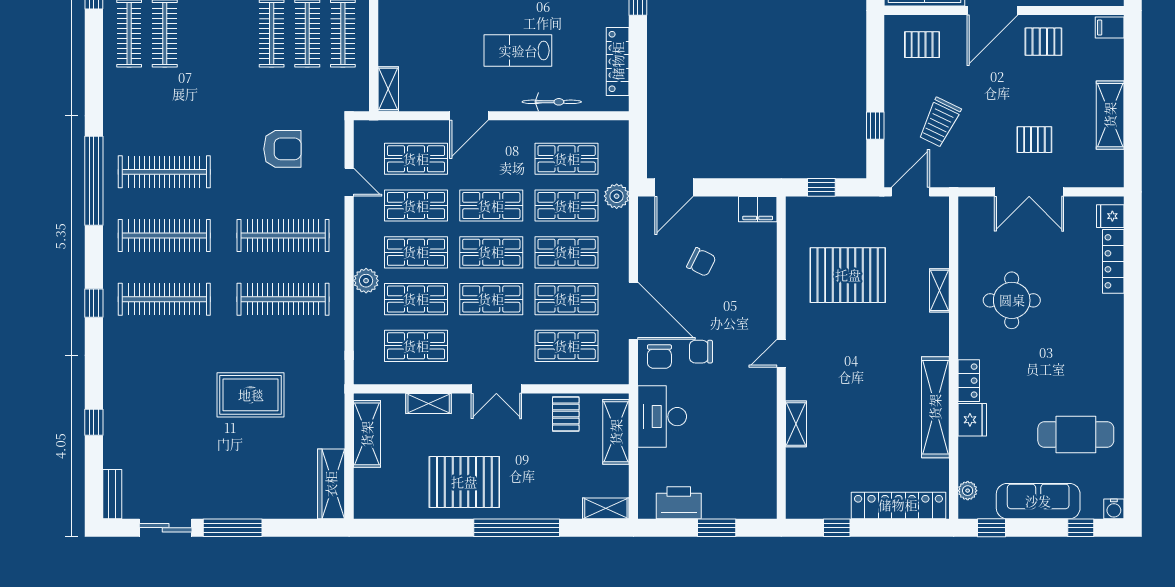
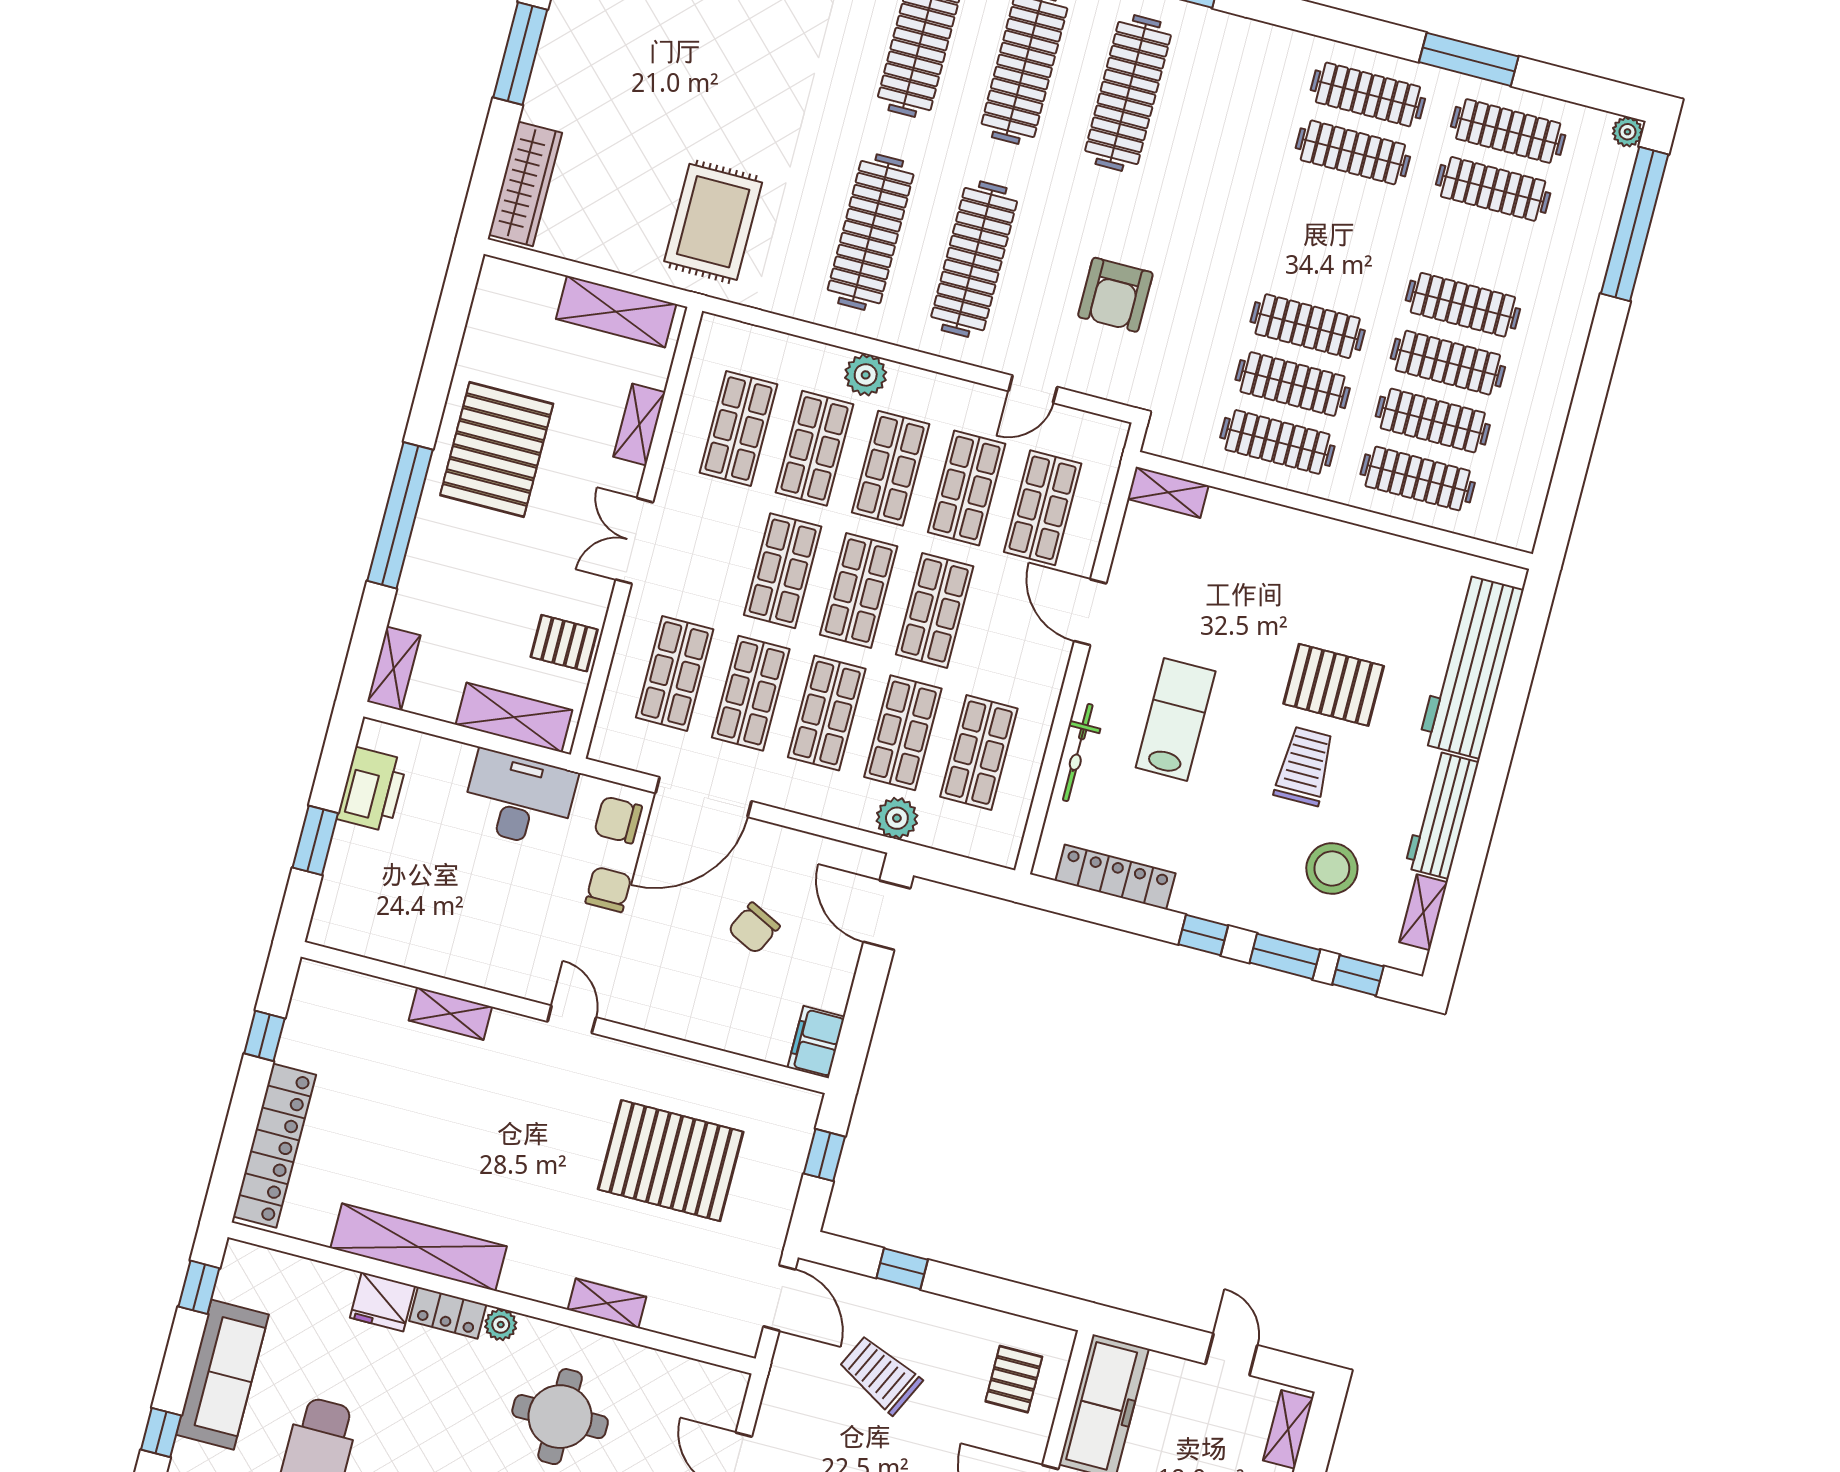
pallet: (848, 275) -> (671, 1161), turned 90
rug: (251, 395) -> (713, 222), moved
wardrobe: (331, 484) -> (525, 184), moved, turned 90
plant: (968, 491) -> (501, 1325), moved

